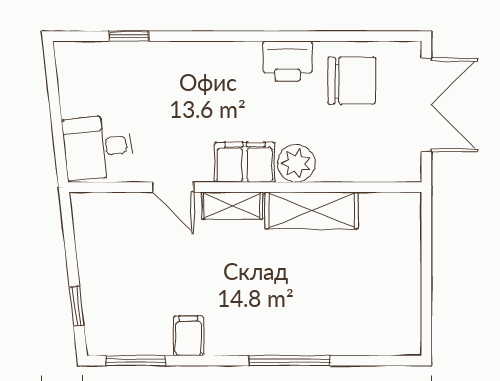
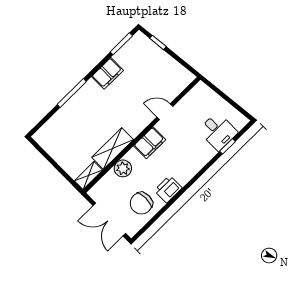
desk: (98, 147) -> (218, 131), moved, turned 96
plant: (296, 163) -> (123, 168), moved
shelving: (232, 206) -> (88, 176), moved
filing cabinet: (188, 336) -> (107, 73), width x2.00

